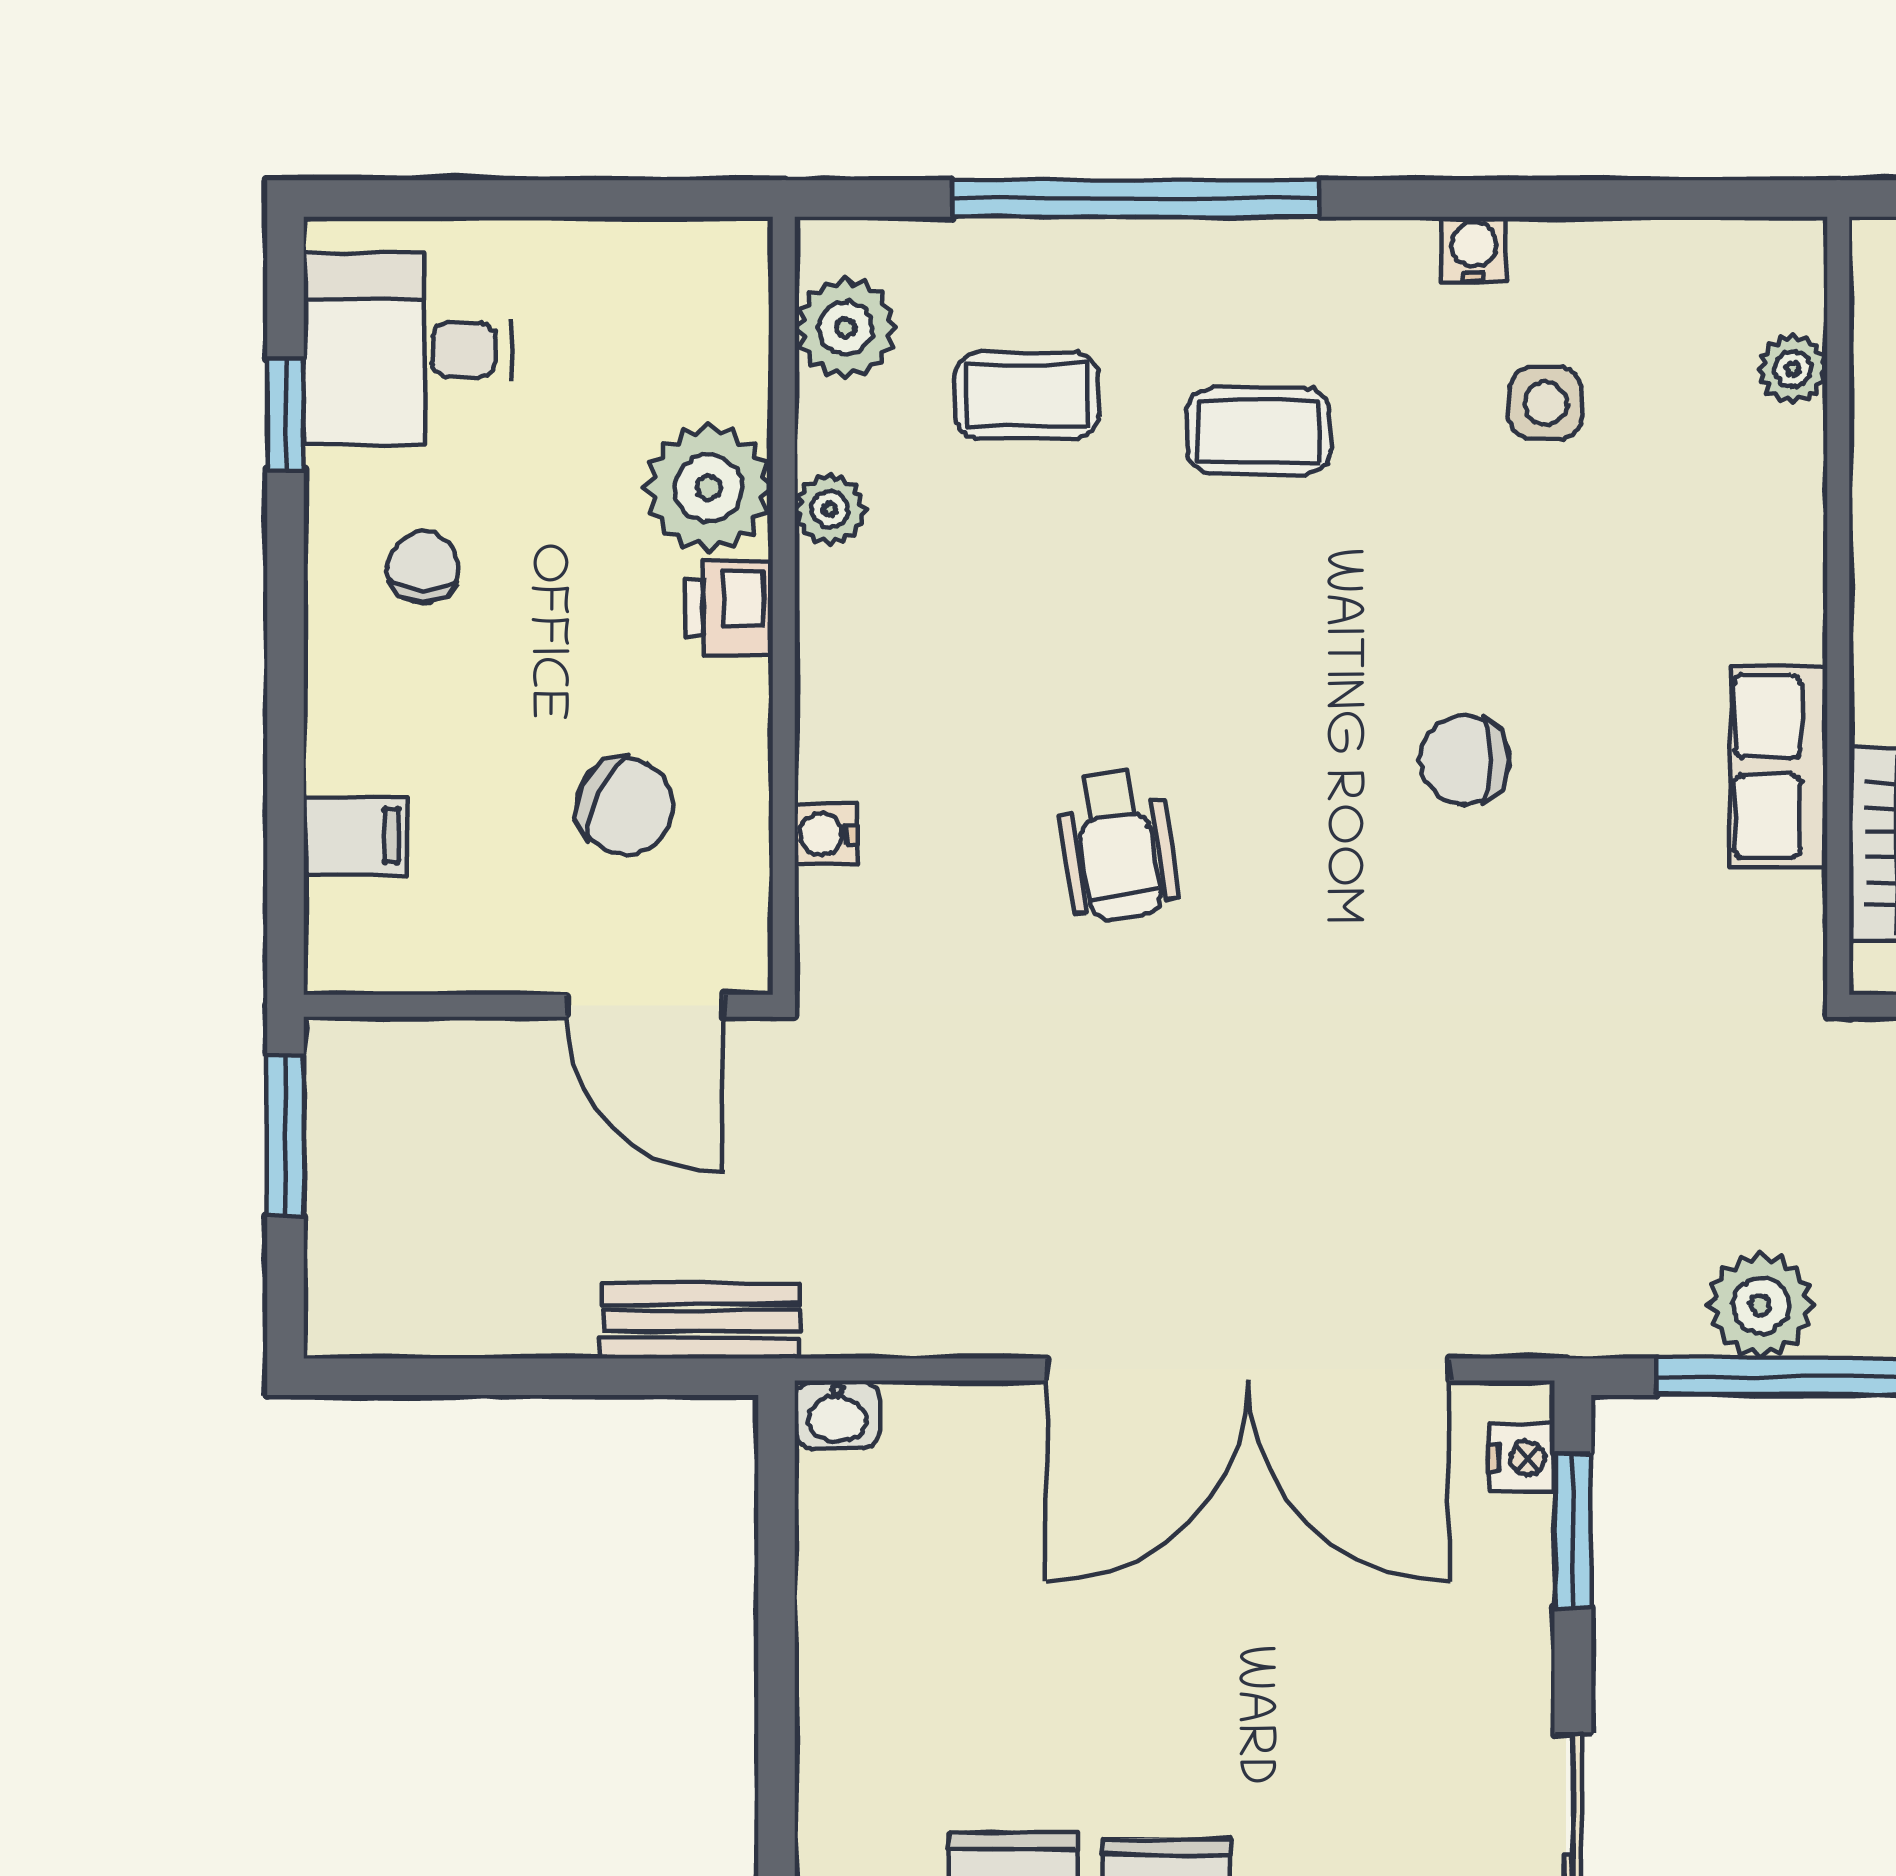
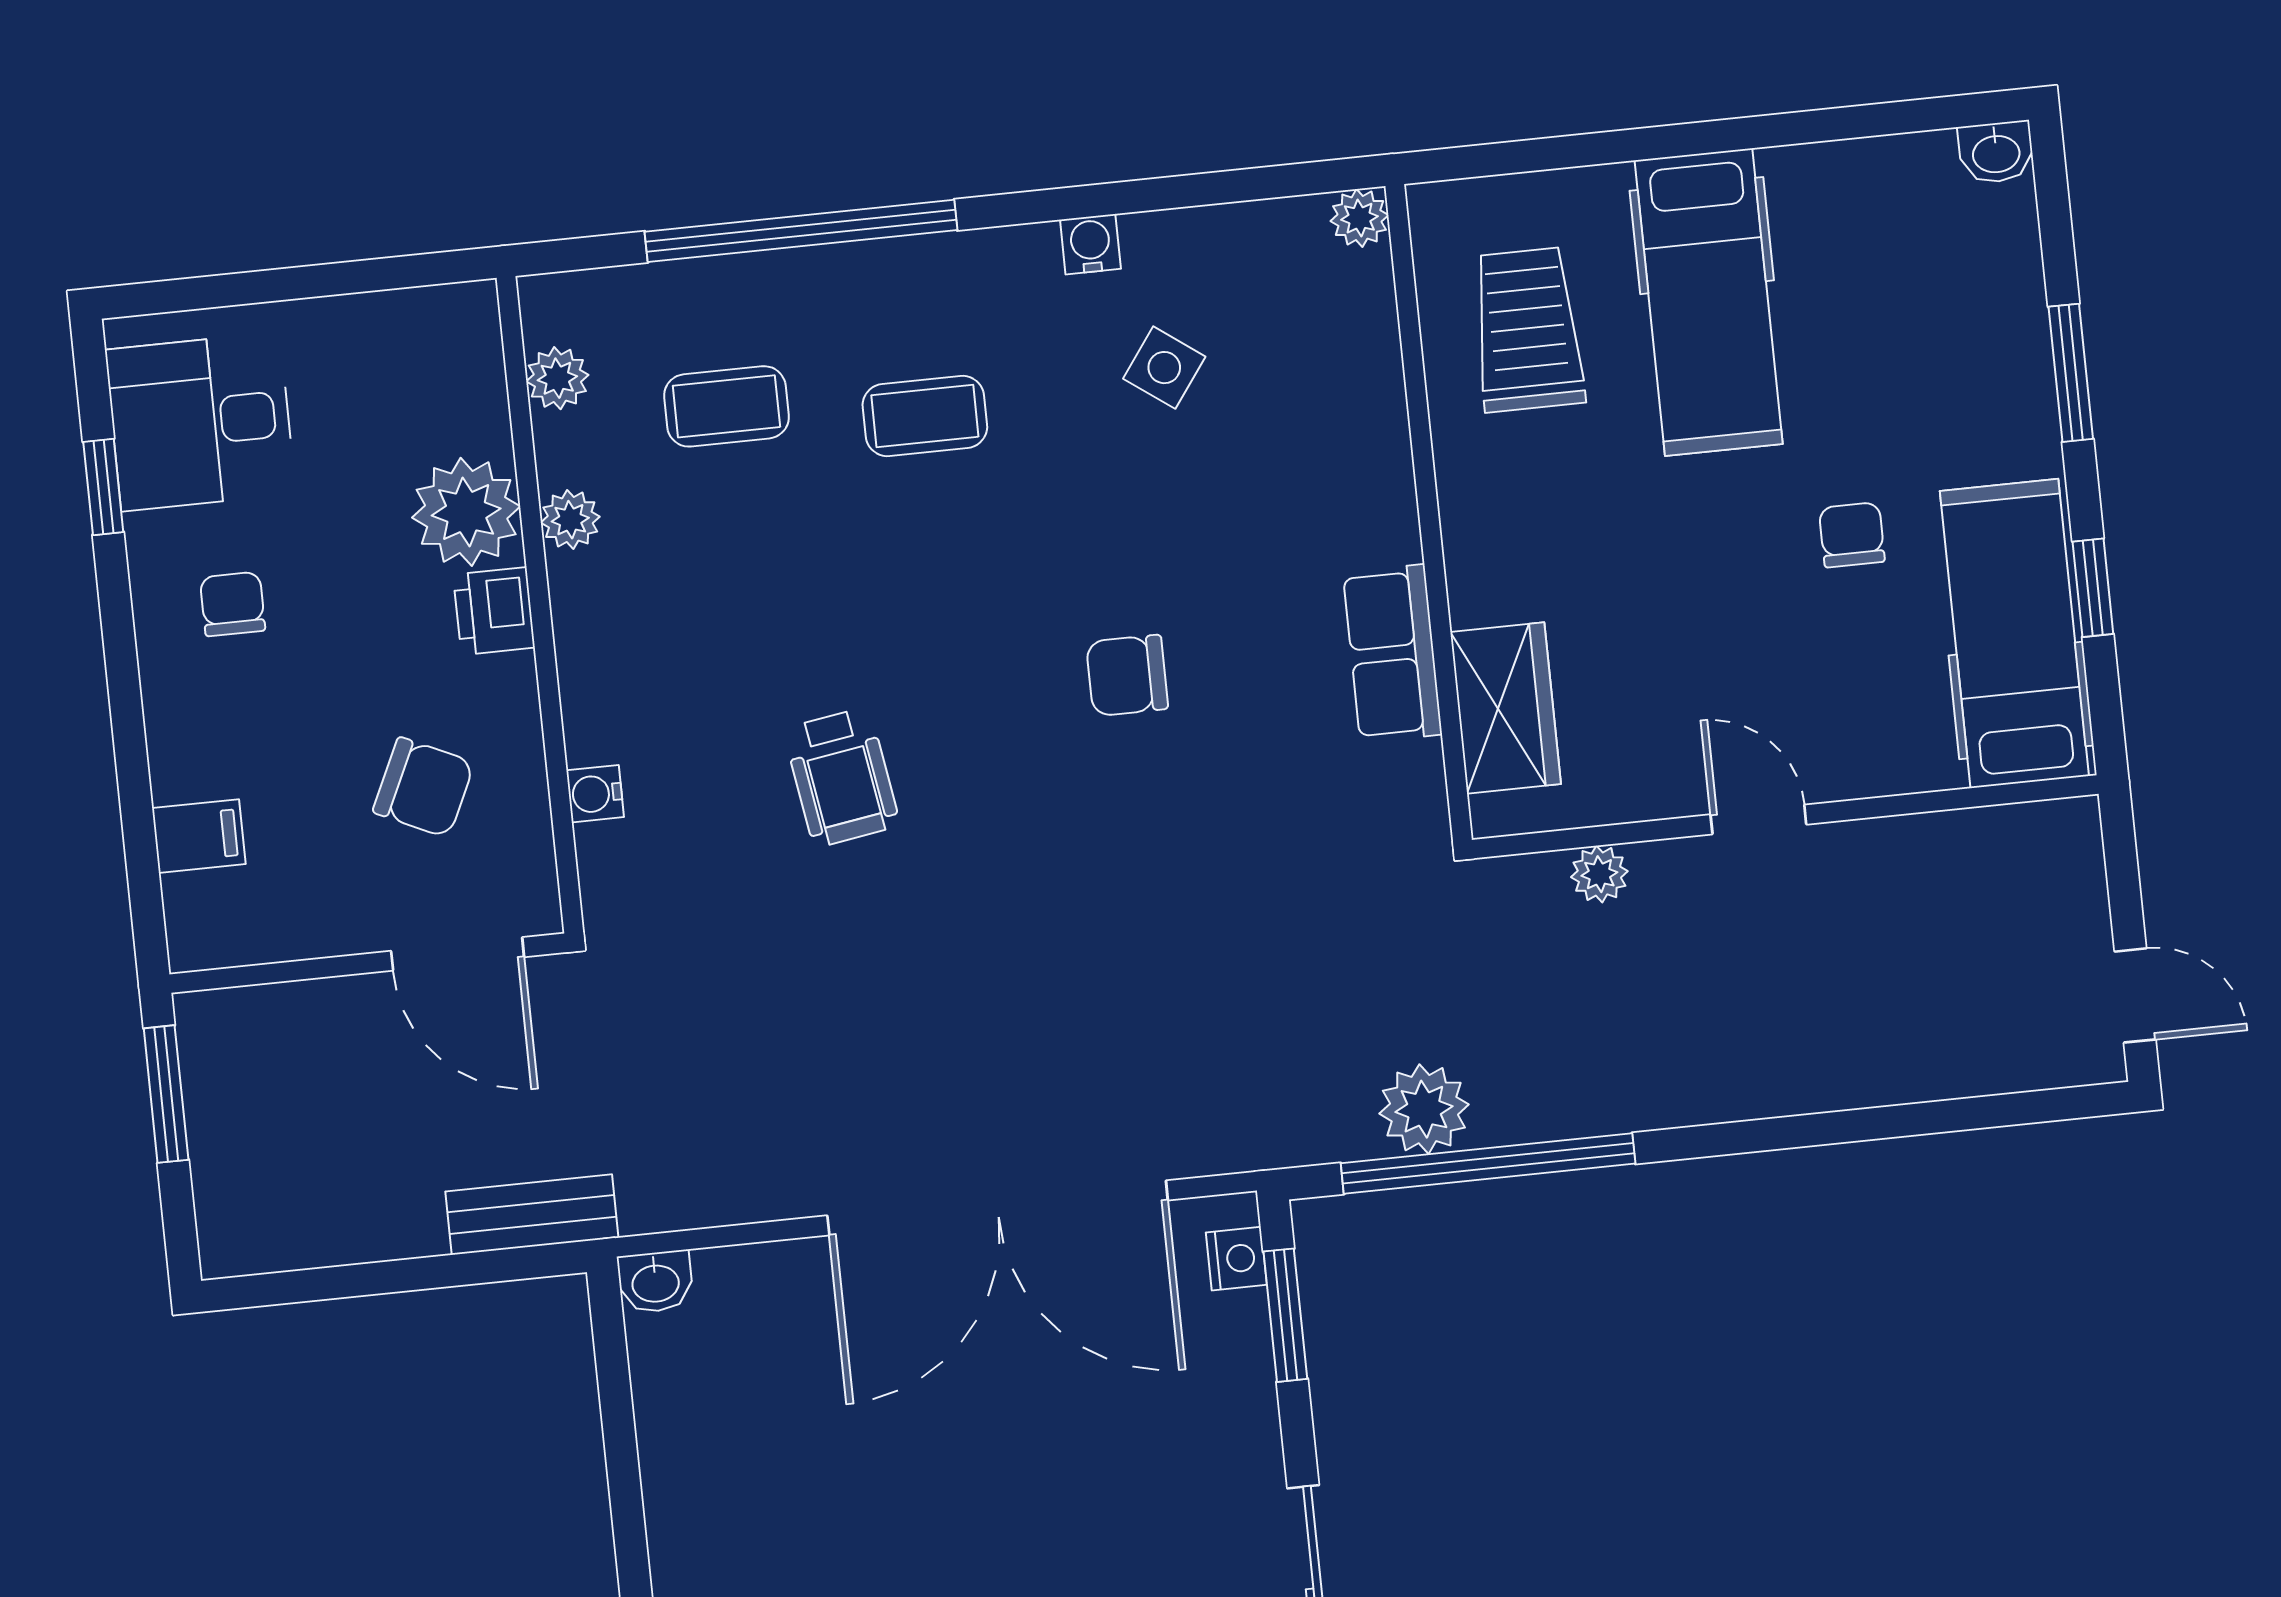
plant: (846, 328) -> (557, 378), width x0.73, depth x0.73
plant: (1793, 369) -> (1359, 218), moved
side table: (1546, 403) -> (1164, 368), turned 36

